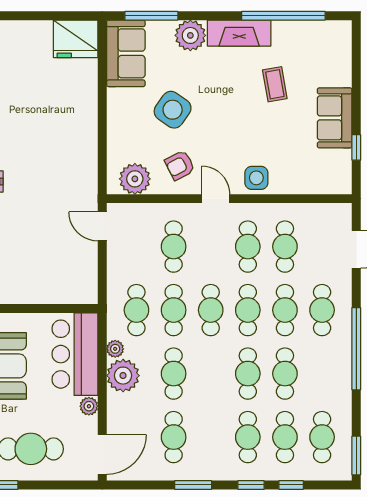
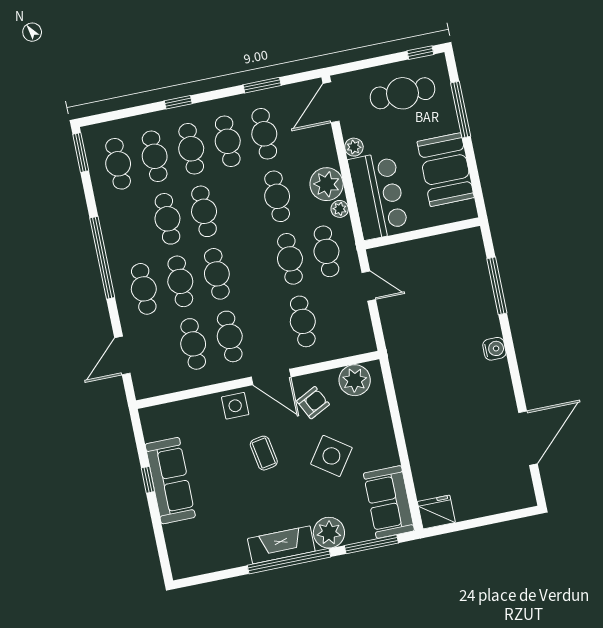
window: (283, 16) -> (289, 561), moved
fridge: (76, 39) -> (436, 512), width x0.73, depth x0.75
coffee table: (275, 84) -> (264, 453), moved
sofa: (335, 118) -> (170, 481), width x1.36
window: (356, 147) -> (148, 480), moved
door: (216, 199) -> (271, 377), width x1.38
door: (102, 226) -> (369, 286), moved
cafe table: (211, 310) -> (228, 141), moved
window: (193, 485) -> (262, 85), moved
window: (291, 485) -> (139, 110), removed

